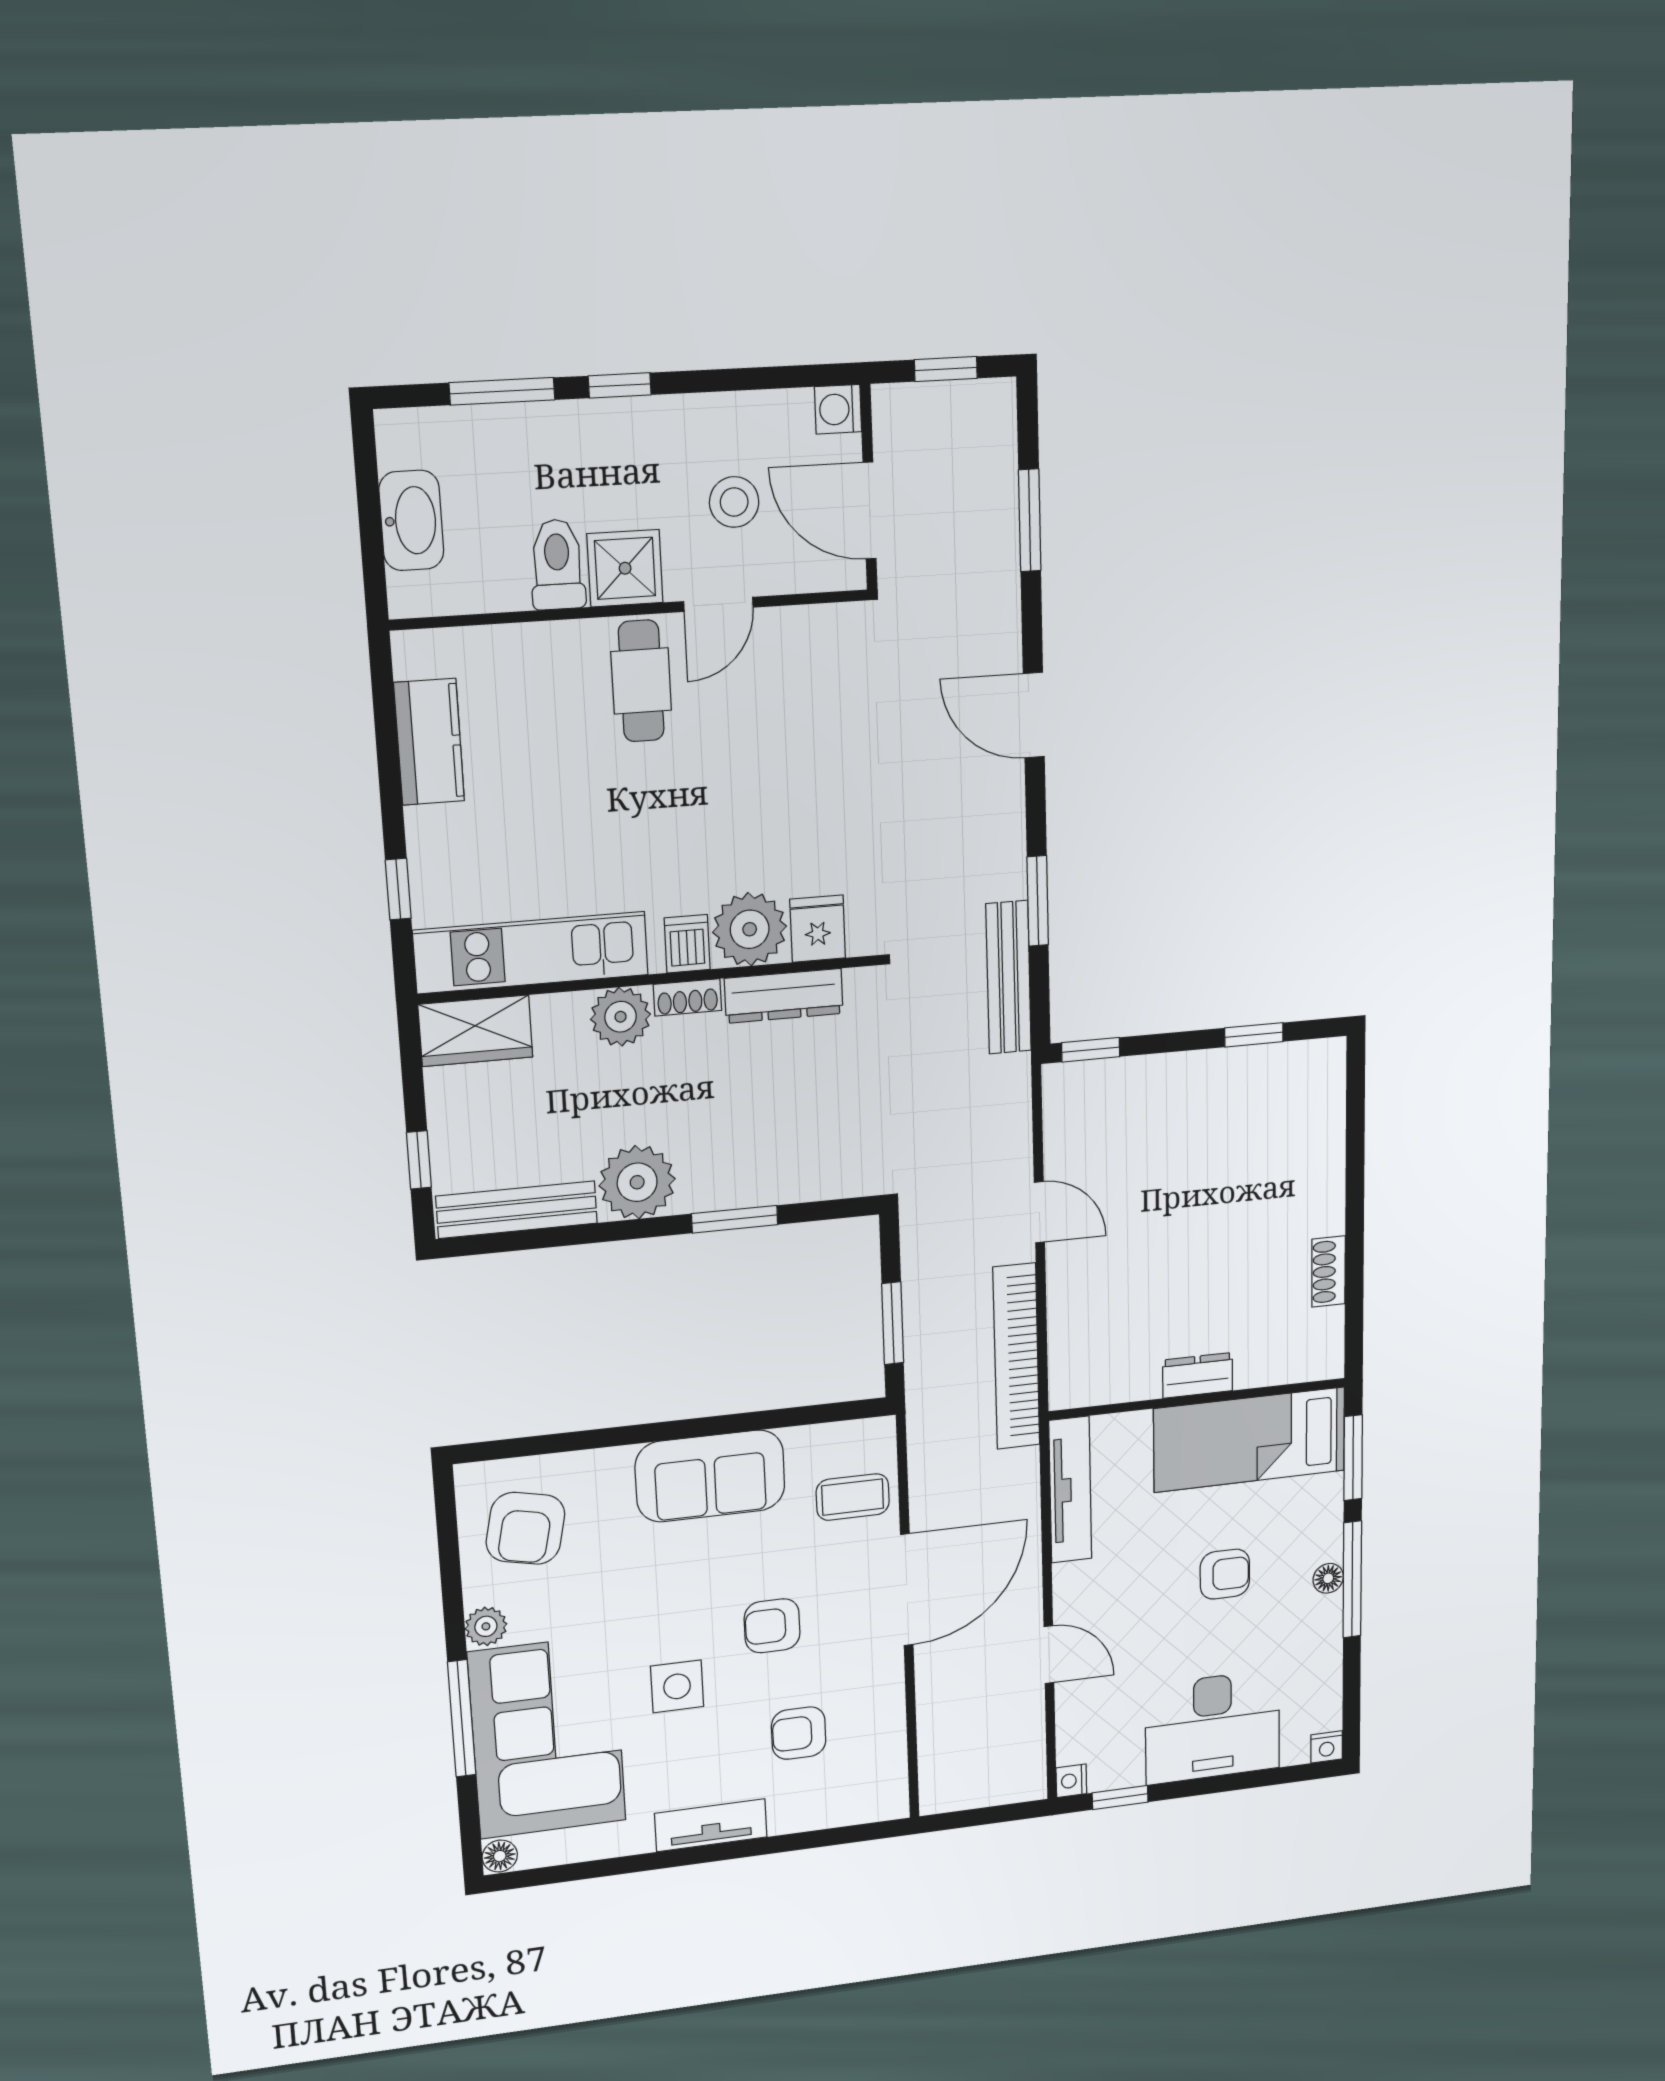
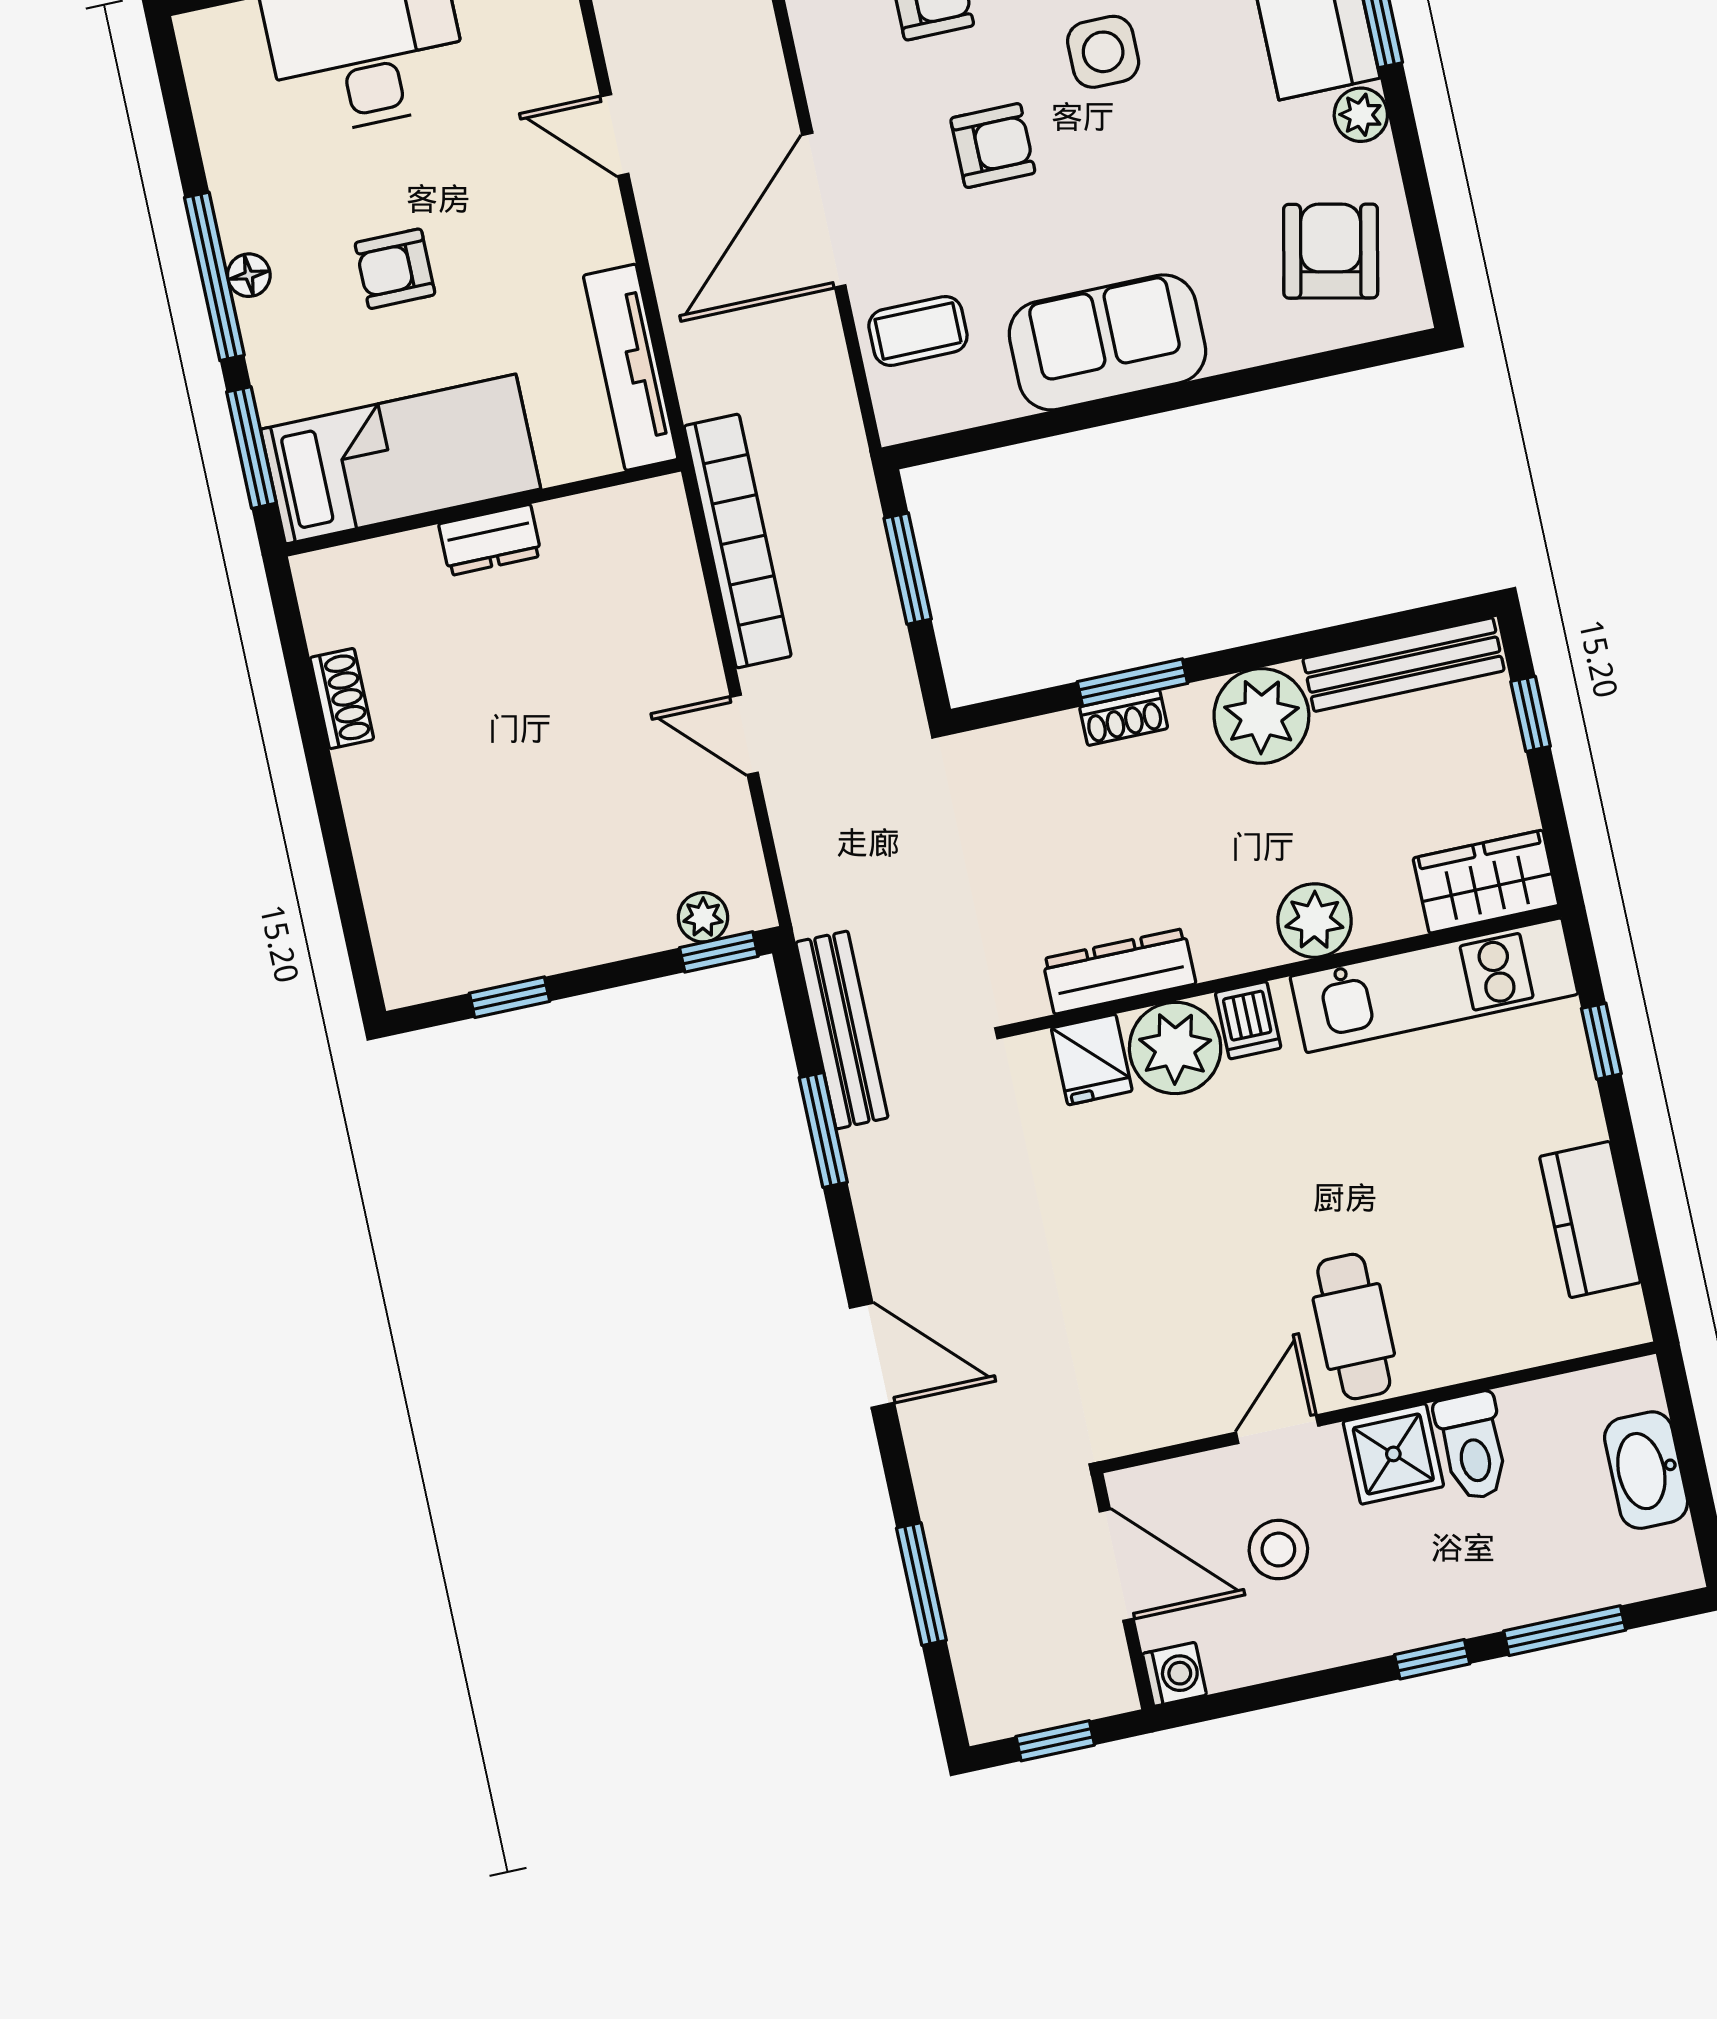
shoe rack: (687, 997) -> (1124, 718), moved, turned 180
plant: (1097, 1078) -> (703, 917), added
nightstand: (1327, 1747) -> (197, 32), removed

